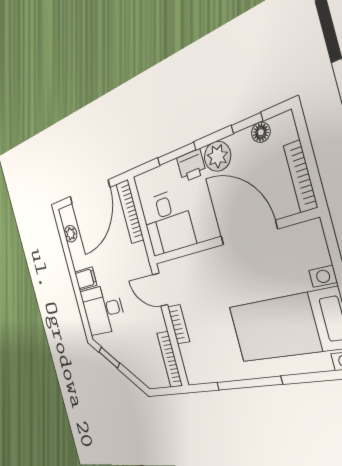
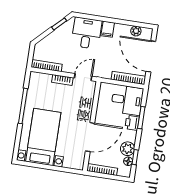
plant: (217, 156) -> (127, 149), moved
desk: (168, 222) -> (127, 100), moved, turned 180

